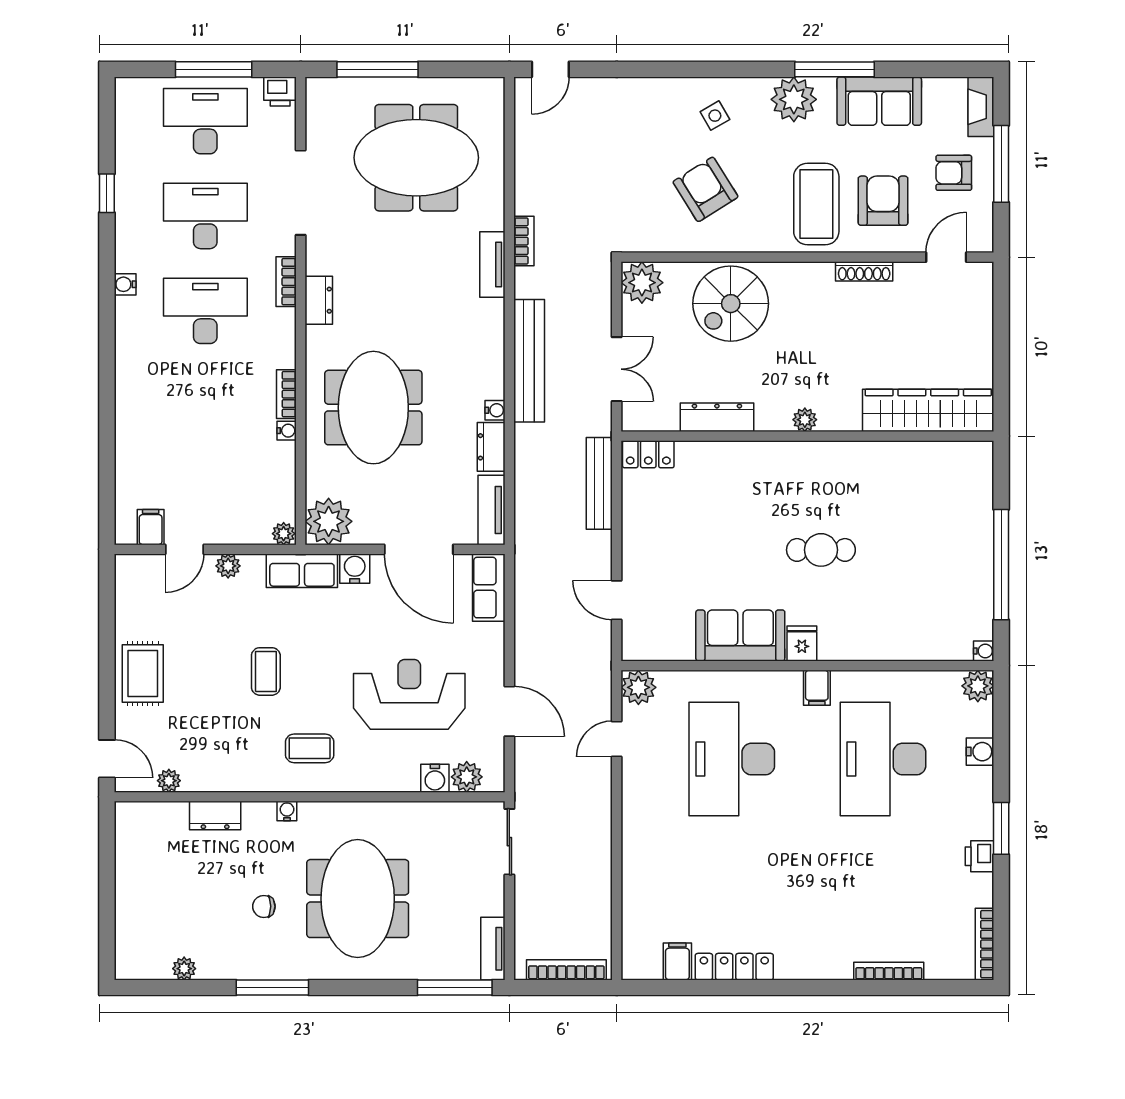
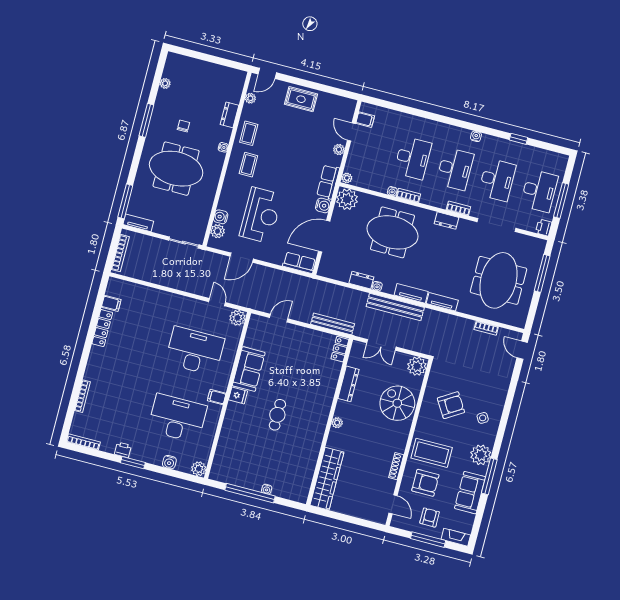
bookcase: (524, 241) -> (486, 328), moved
desk: (205, 406) -> (413, 158), added
tv unit: (492, 510) -> (411, 293), moved
water cooler: (984, 651) -> (267, 489), moved
coffee table: (266, 671) -> (249, 133), moved, turned 90

